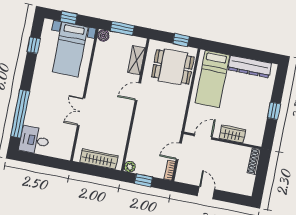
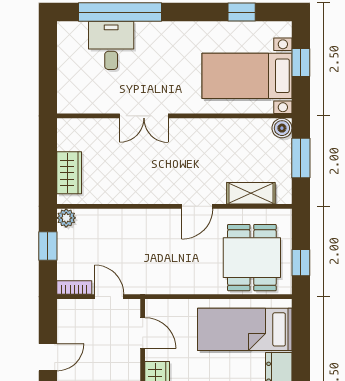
door: (138, 92) -> (197, 206), swing flipped
double door: (81, 112) -> (144, 116), swing flipped
desk: (34, 140) -> (111, 45), moved
wardrobe: (99, 159) -> (69, 173), width x0.67

